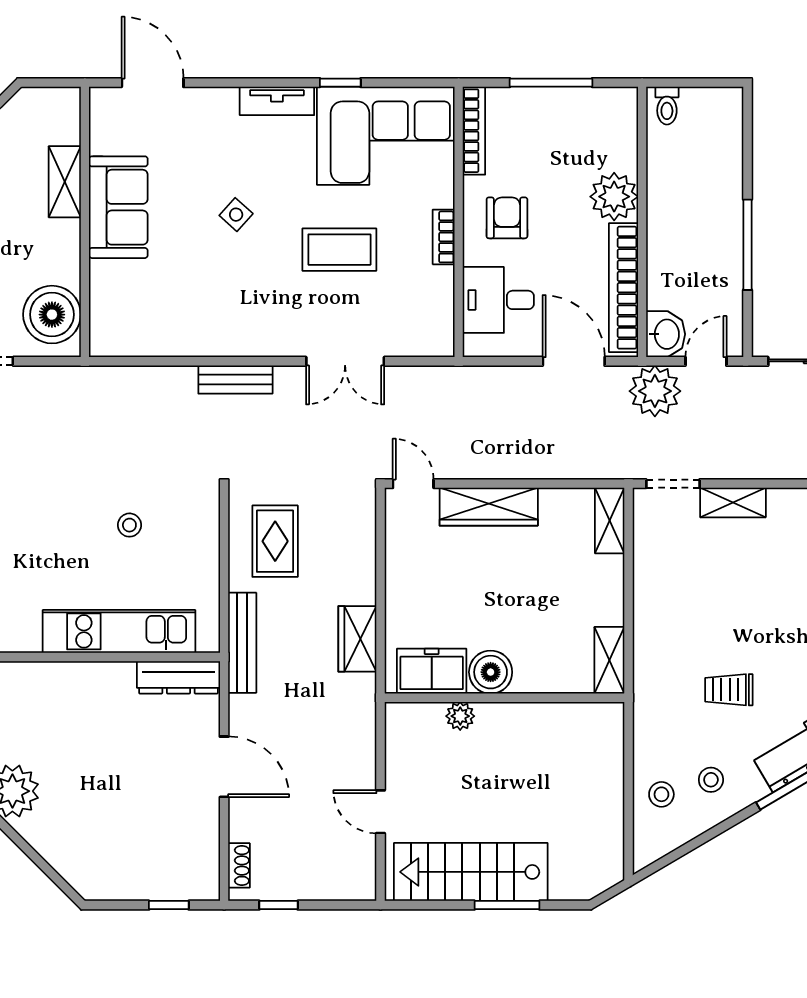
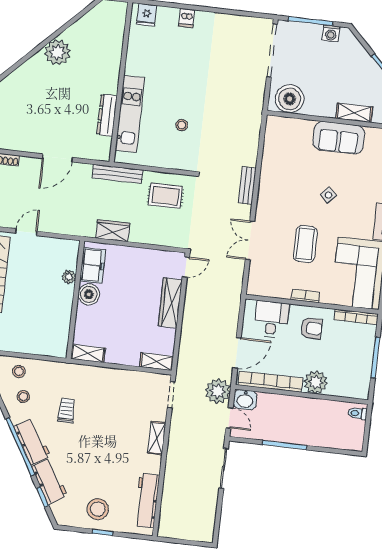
shelving: (733, 503) -> (157, 438), moved
dresser: (178, 677) -> (107, 115), moved

